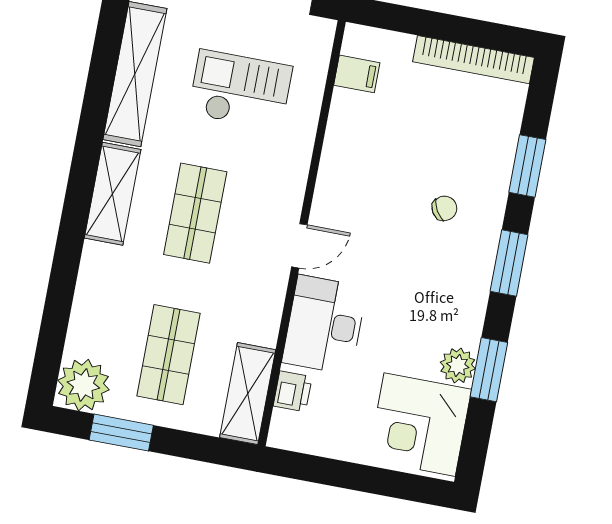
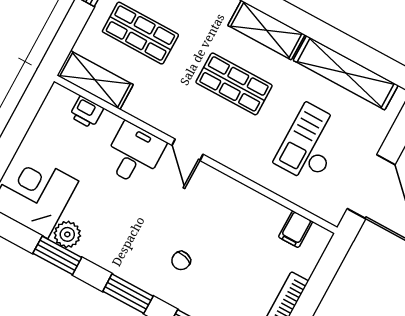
checkout: (240, 90) -> (311, 144), turned 180
chair: (444, 208) -> (181, 261), turned 44
desk: (324, 325) -> (134, 154), width x0.73

